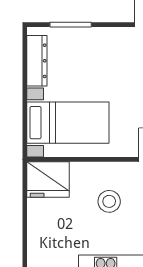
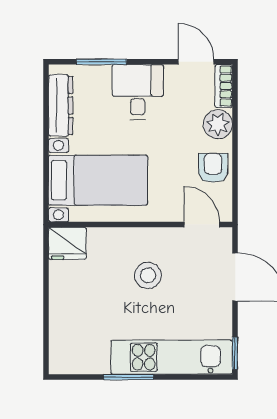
desk: (101, 50) -> (138, 92), added
fridge: (48, 179) -> (67, 243), width x0.73, depth x0.75

